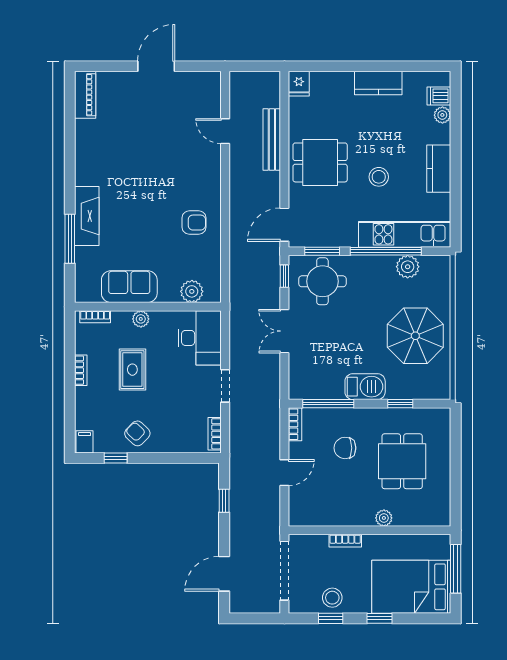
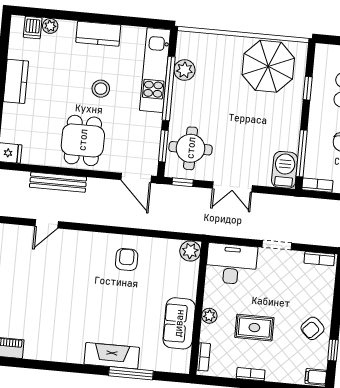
plant: (192, 291) -> (190, 251), moved
parasol: (415, 336) -> (268, 66), moved
barbecue: (365, 387) -> (285, 170), moved

